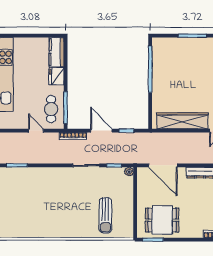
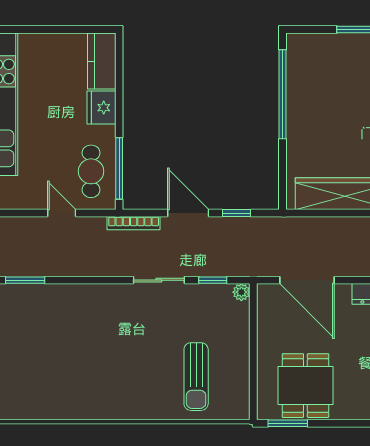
dining table: (162, 220) -> (305, 386), turned 90

